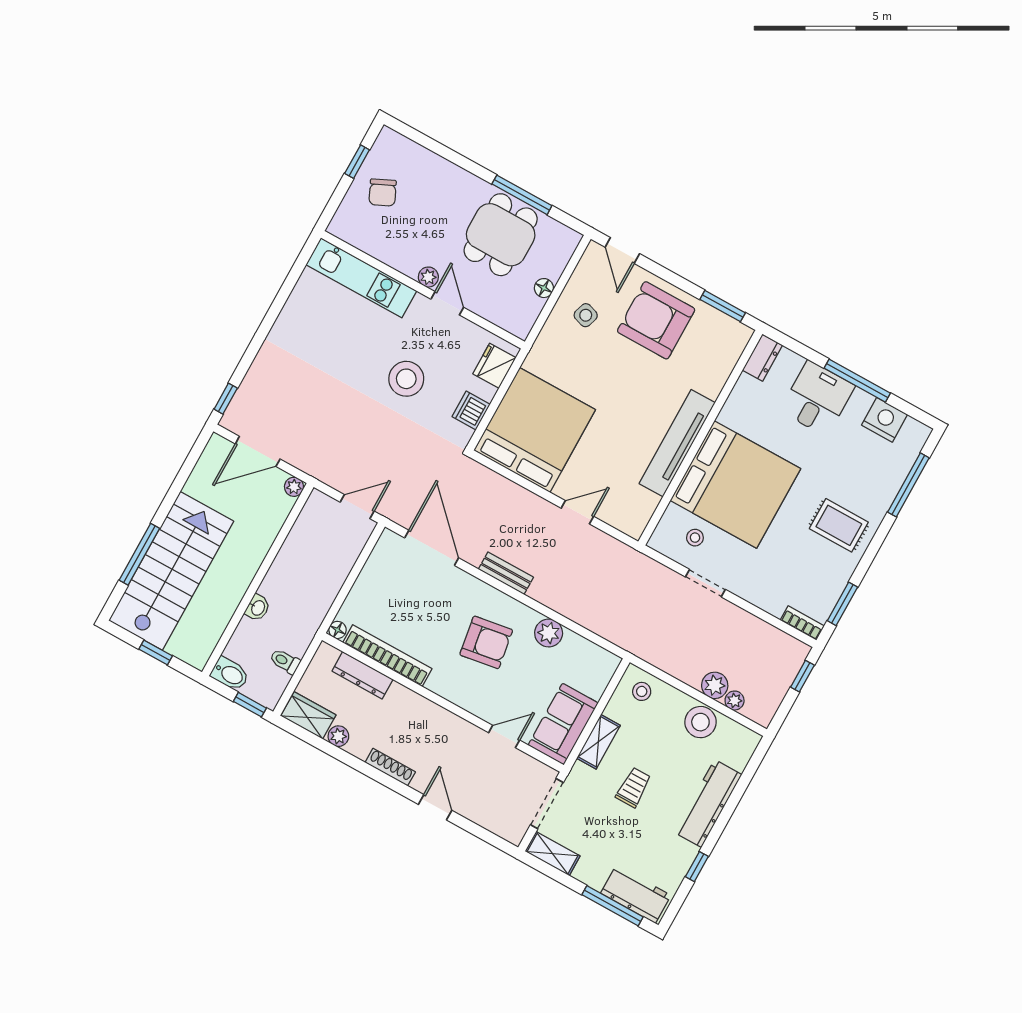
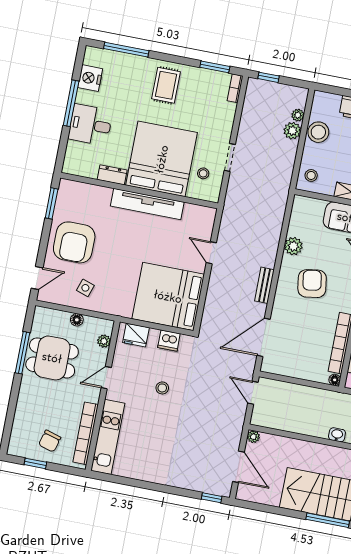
chair: (383, 193) -> (50, 441), turned 131
bookcase: (377, 248) -> (86, 433), added
plant: (428, 277) -> (104, 341), moved
dresser: (762, 358) -> (112, 175), moved
stool: (406, 379) -> (162, 388), width x0.53, depth x0.53

